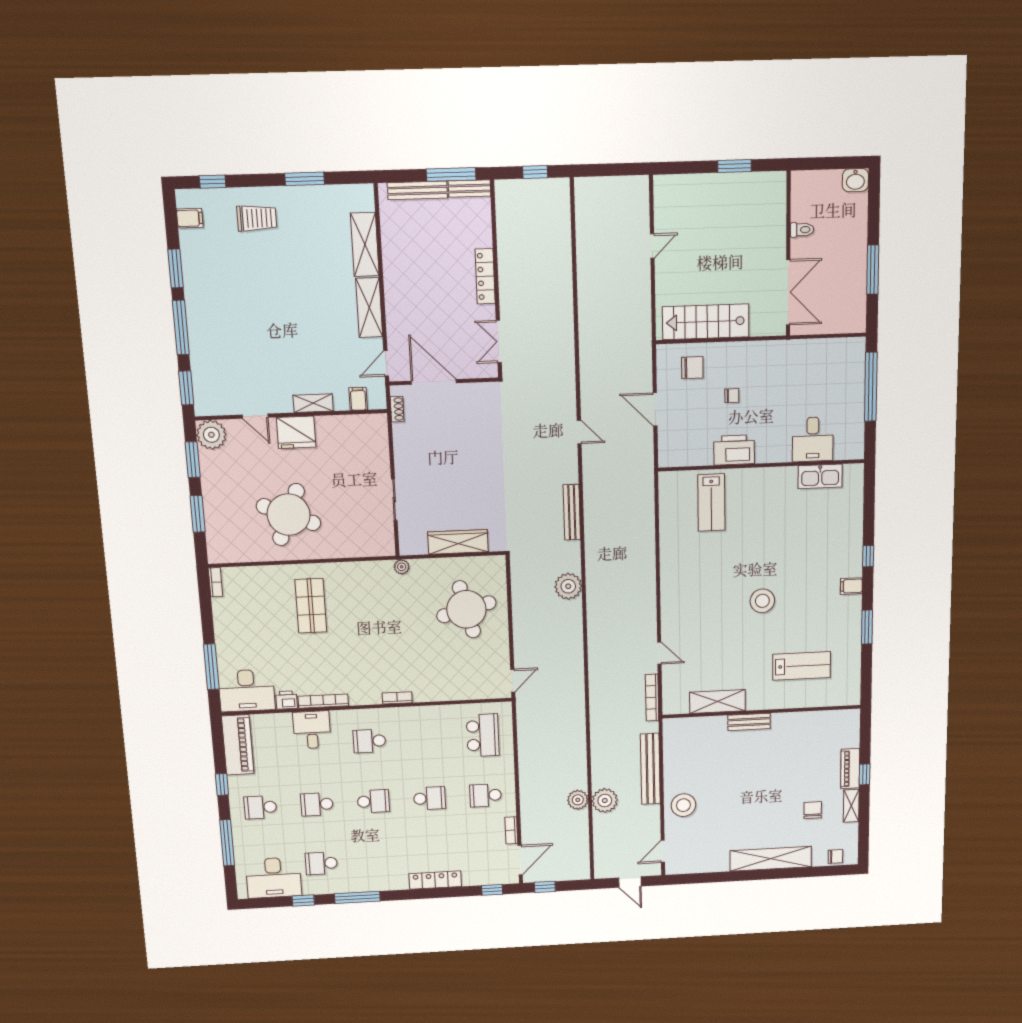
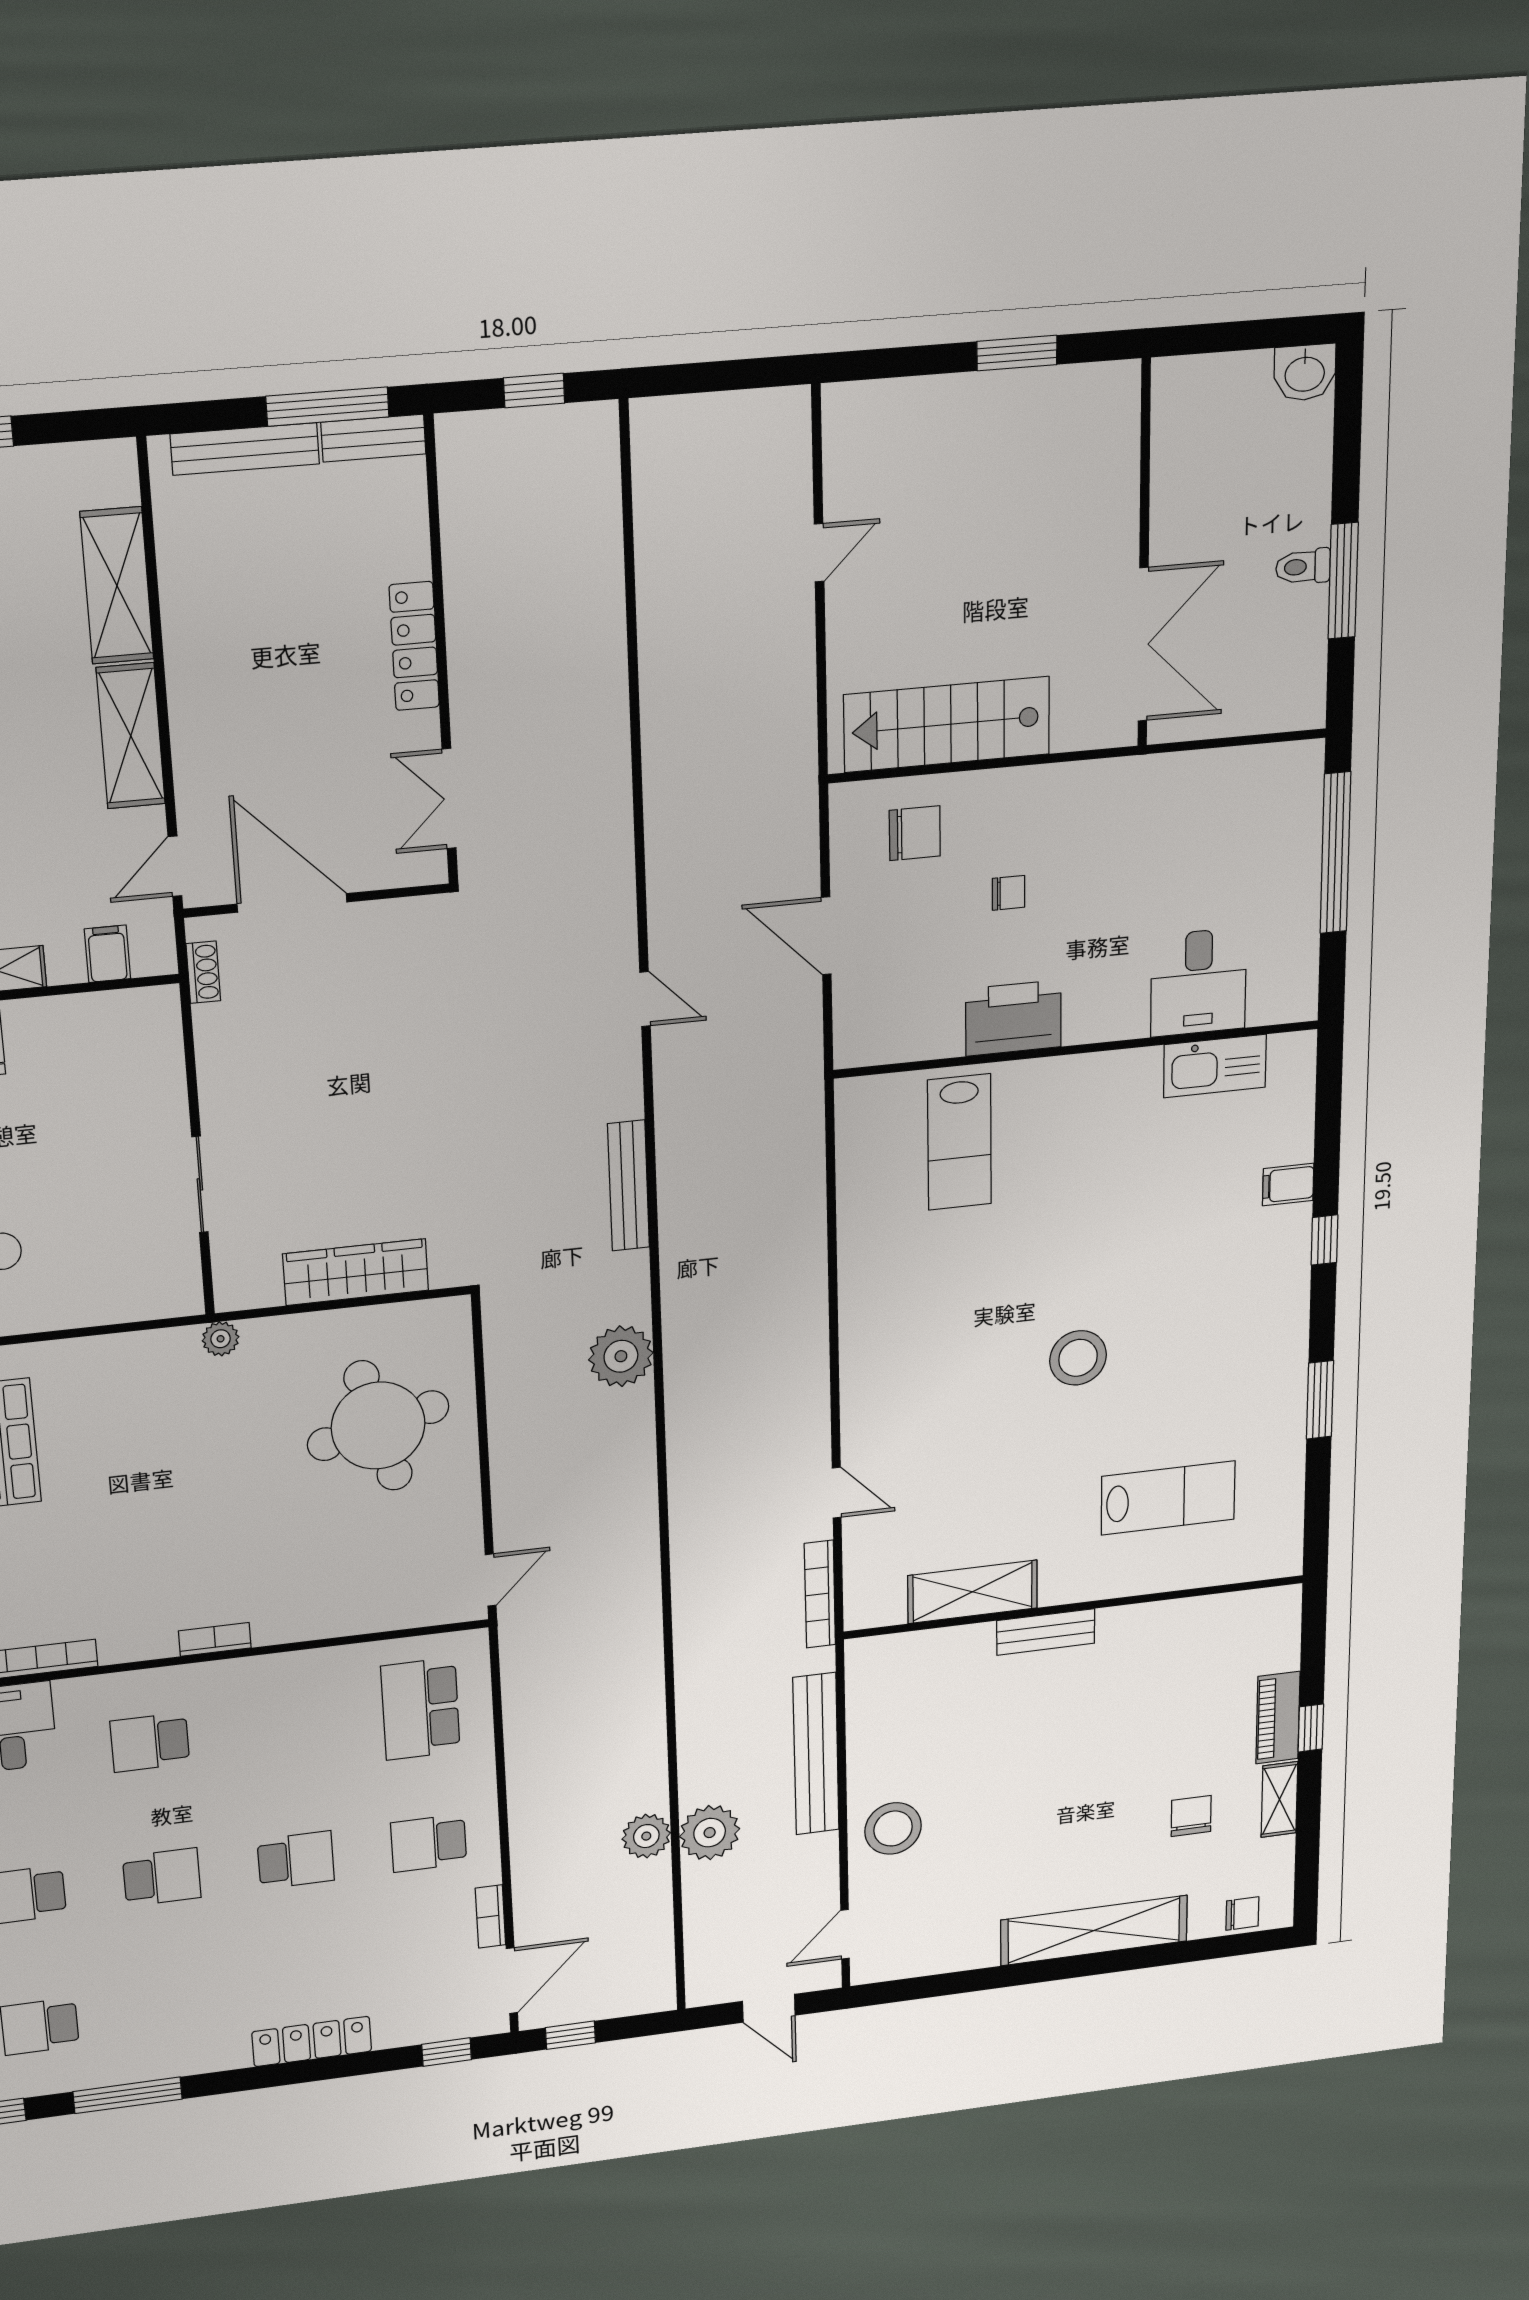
toilet: (802, 230) -> (1303, 567), moved, turned 180
filing cabinet: (851, 586) -> (1288, 1185), moved
school desk: (483, 735) -> (420, 1709), turned 180

